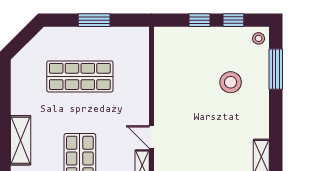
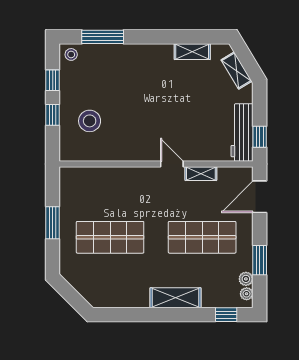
shop shelf: (80, 76) -> (110, 237), turned 90
stool: (231, 82) -> (90, 121), moved
door: (151, 137) -> (172, 164), swing flipped

